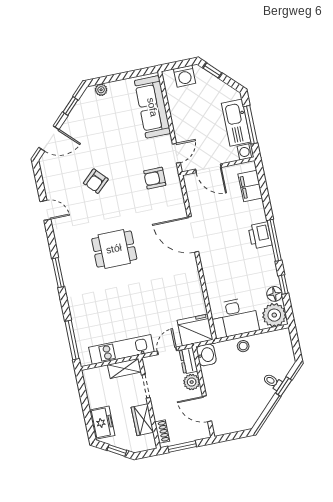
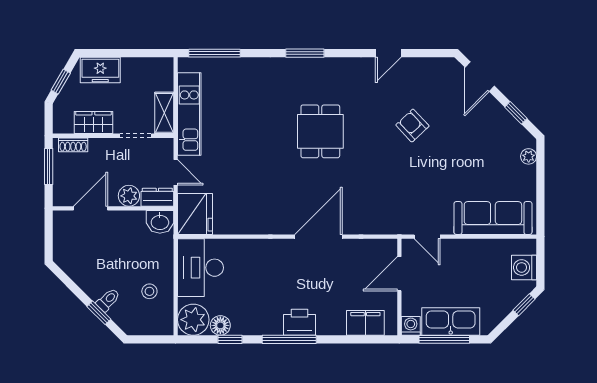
armchair: (155, 178) -> (401, 202), removed
stool: (243, 346) -> (149, 291), moved

